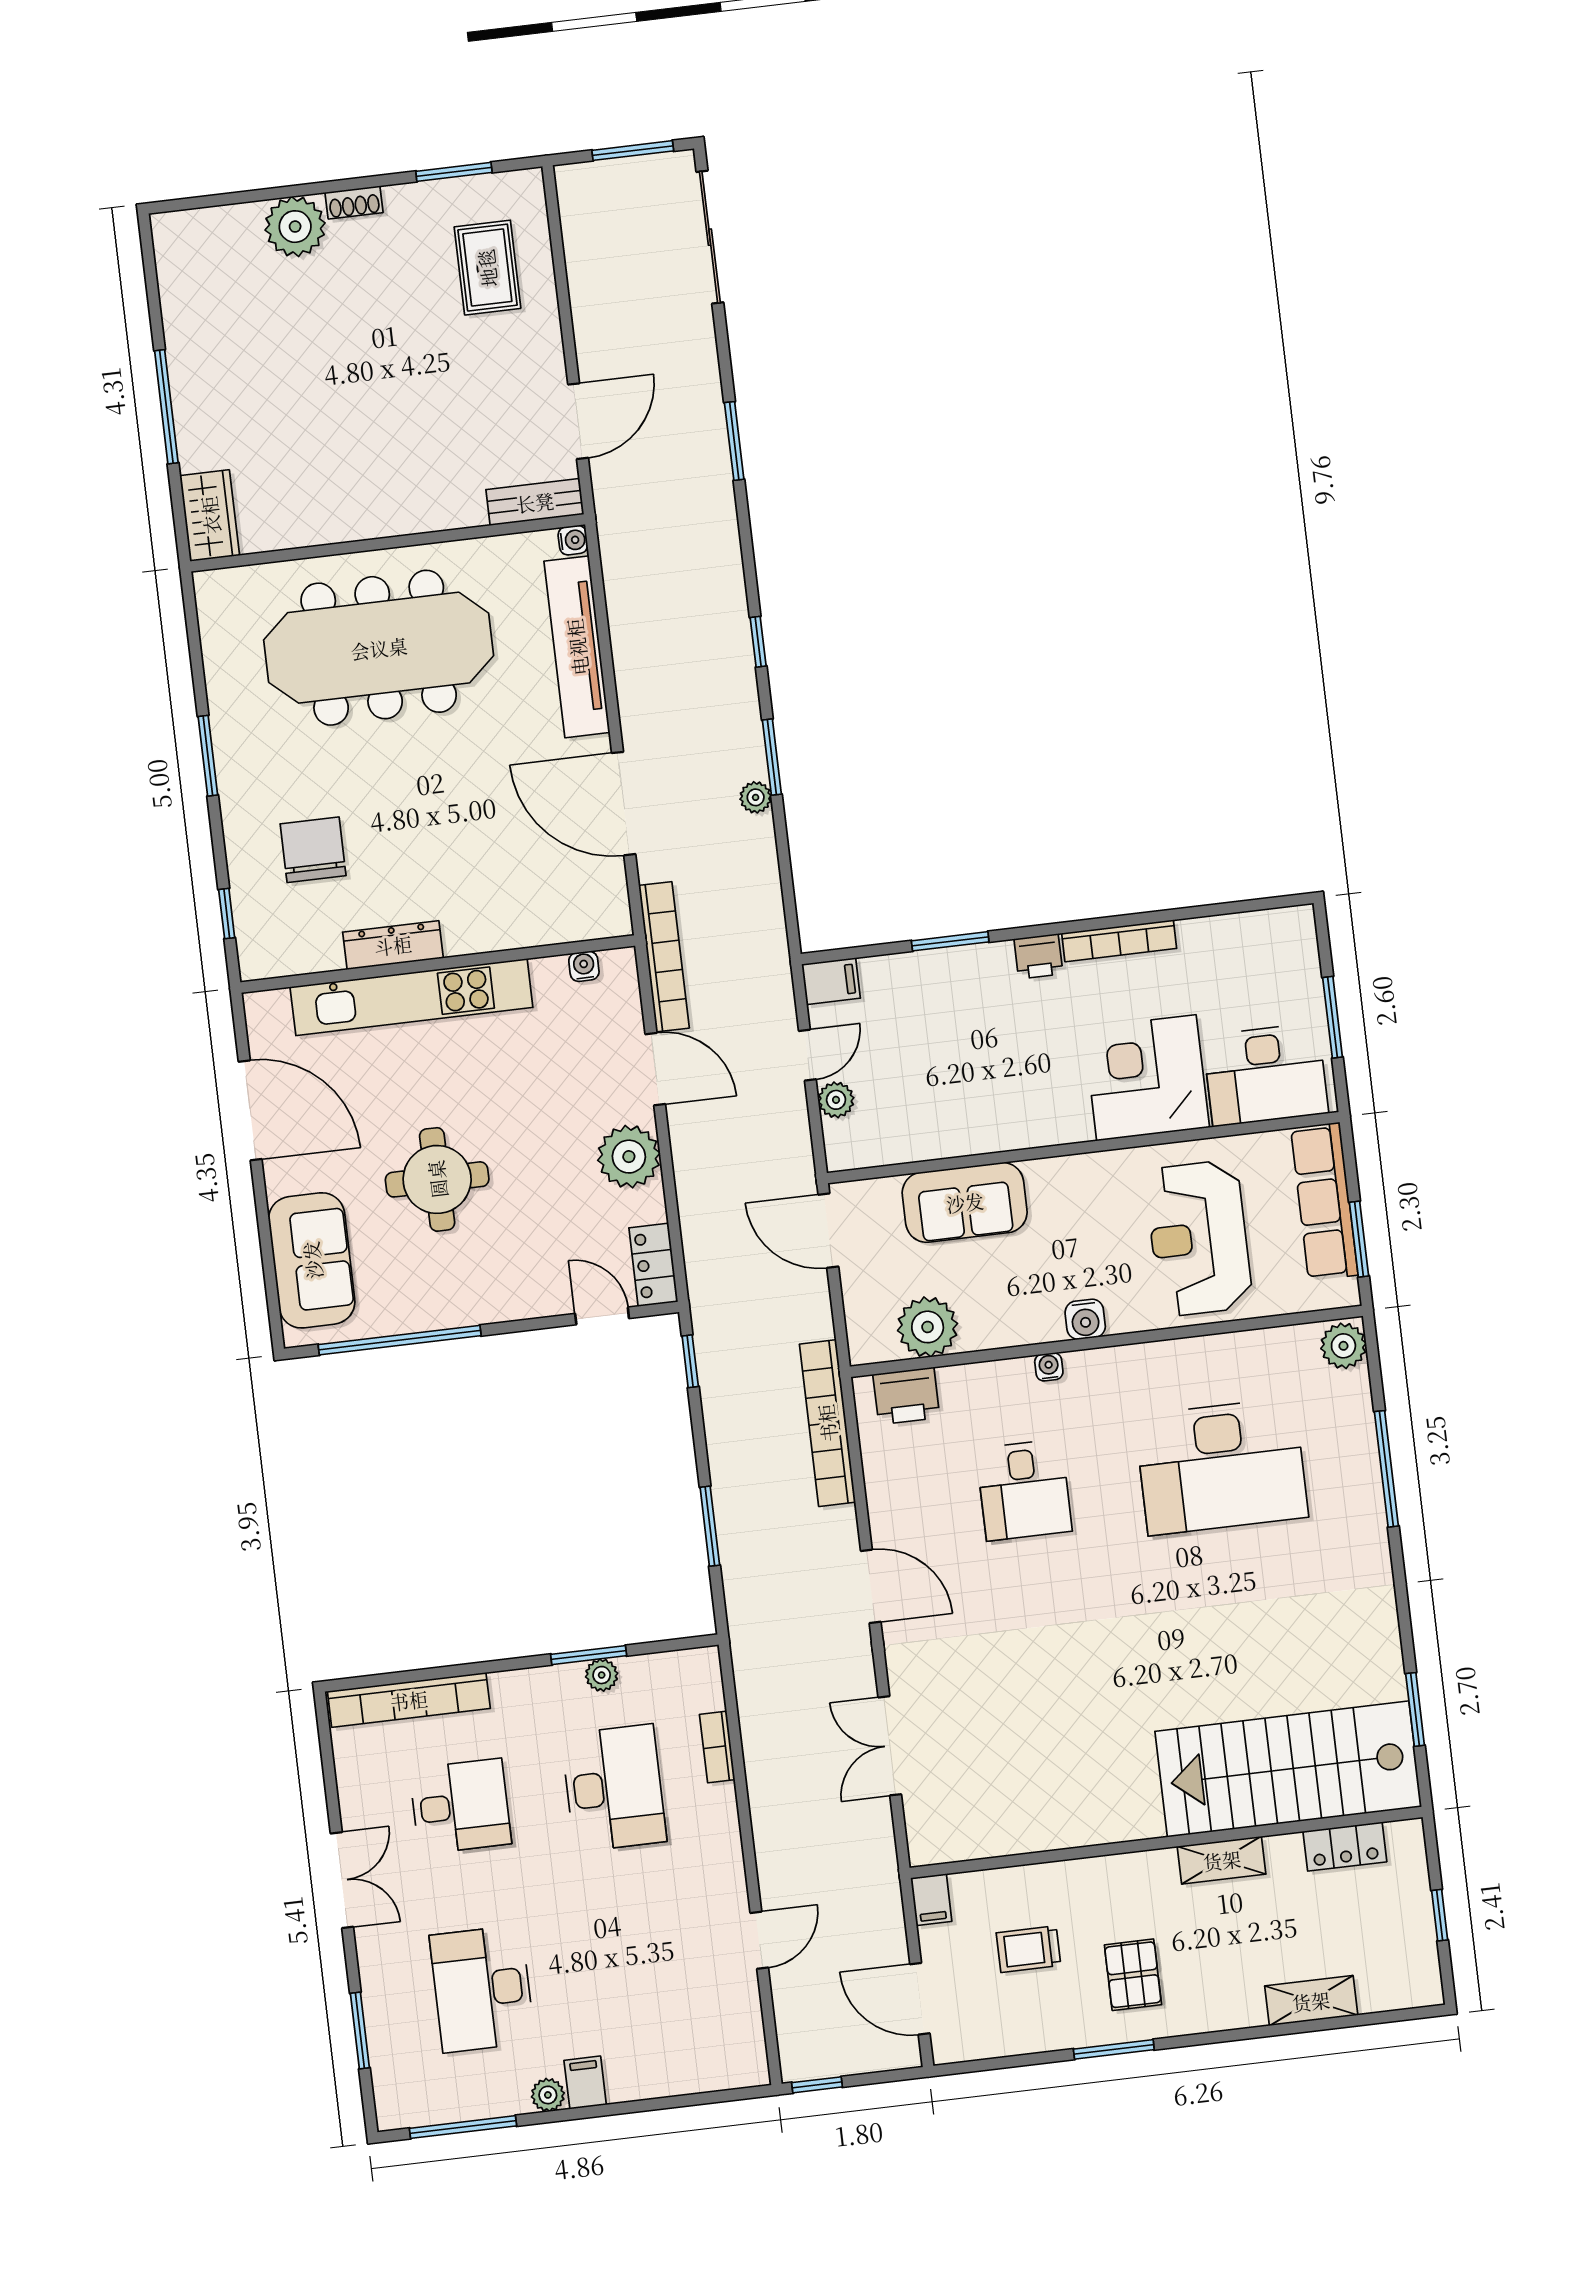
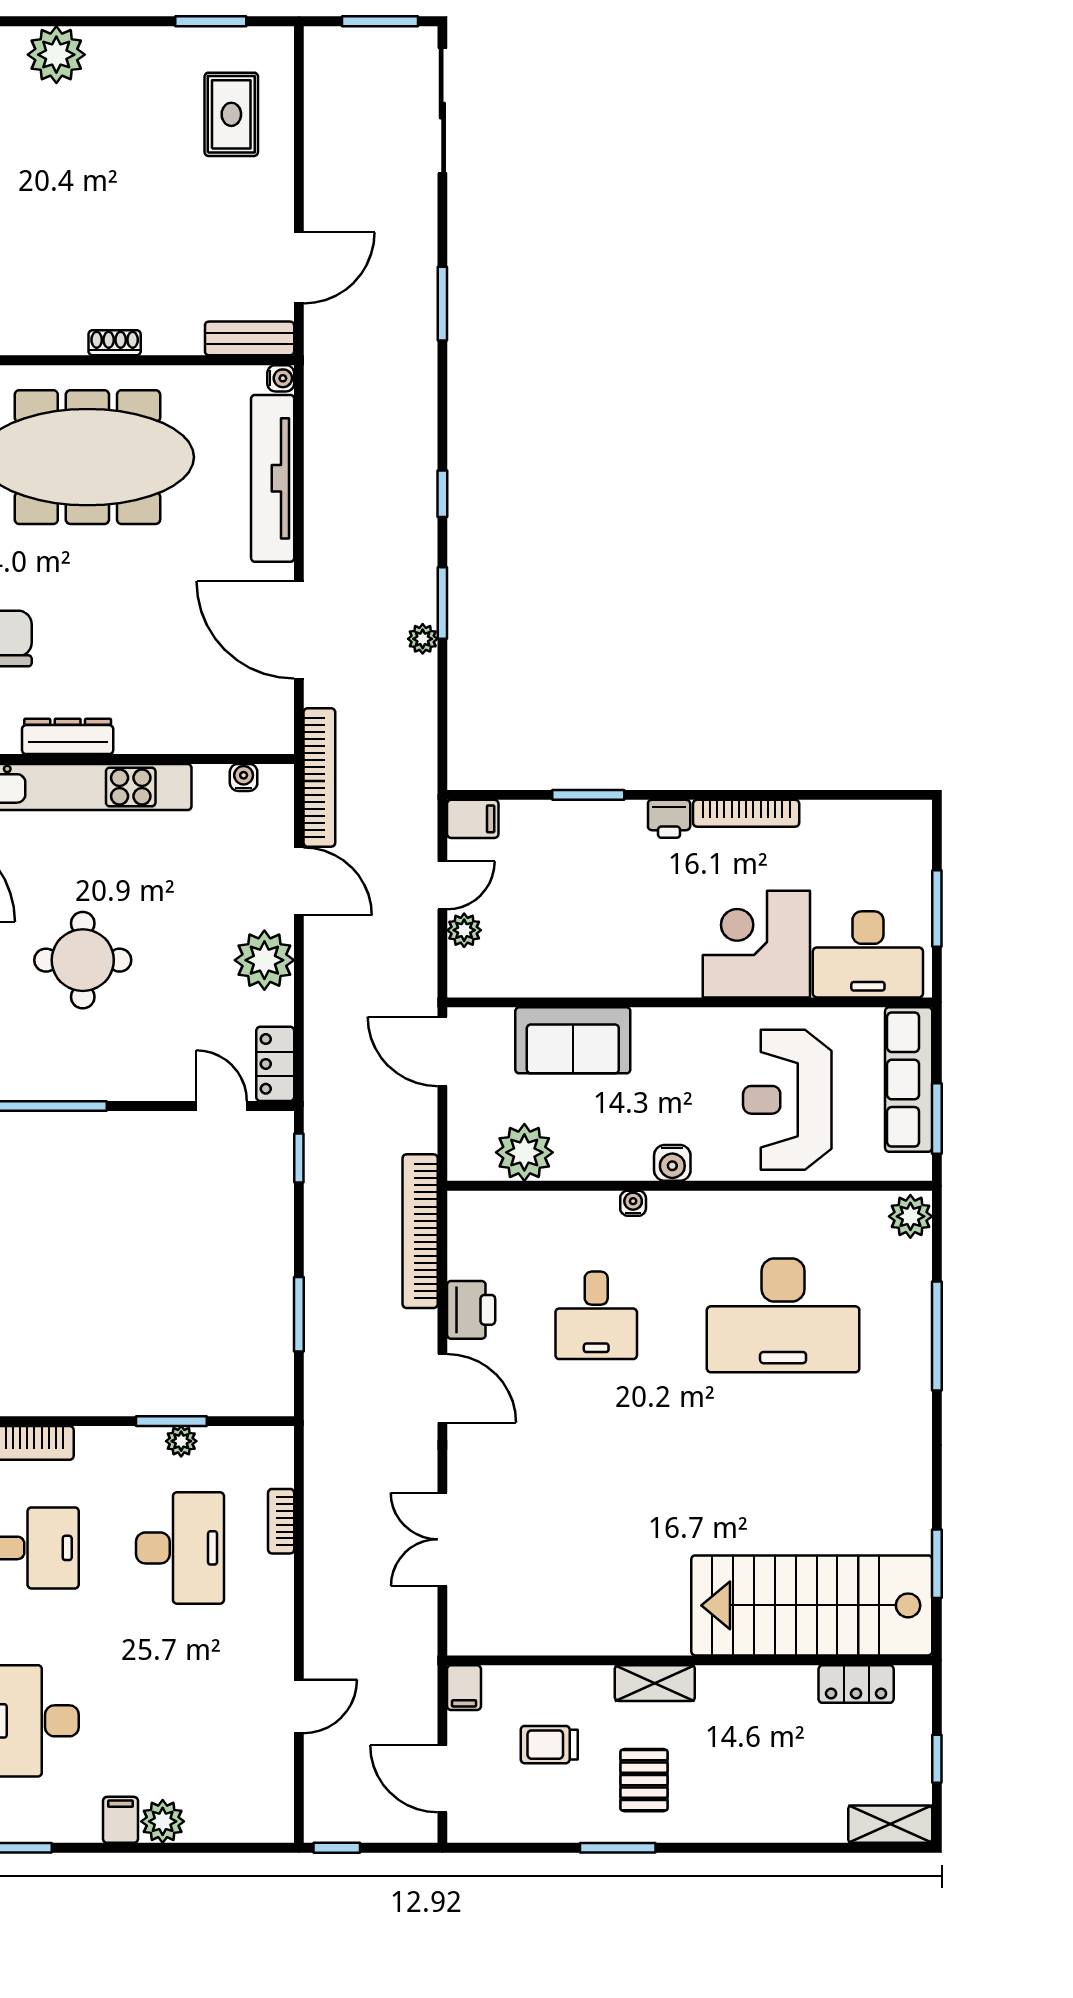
shoe rack: (354, 202) -> (115, 343), moved, turned 180
printer: (906, 1396) -> (471, 1310), moved, turned -90
shelving: (1222, 1860) -> (655, 1683), moved
shelving: (1311, 2001) -> (890, 1824), moved
plant: (548, 2095) -> (163, 1821), moved, width x1.38, depth x1.38

